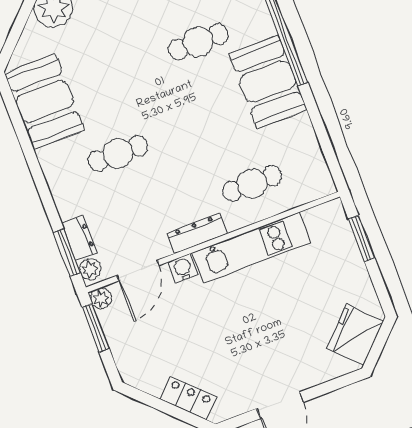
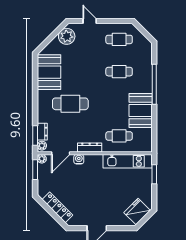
booth: (268, 82) -> (141, 111), moved
cafe table: (118, 153) -> (70, 104), width x1.37, depth x1.35
kitchen unit: (251, 248) -> (128, 161), moved
locker: (188, 398) -> (57, 207), width x1.53

